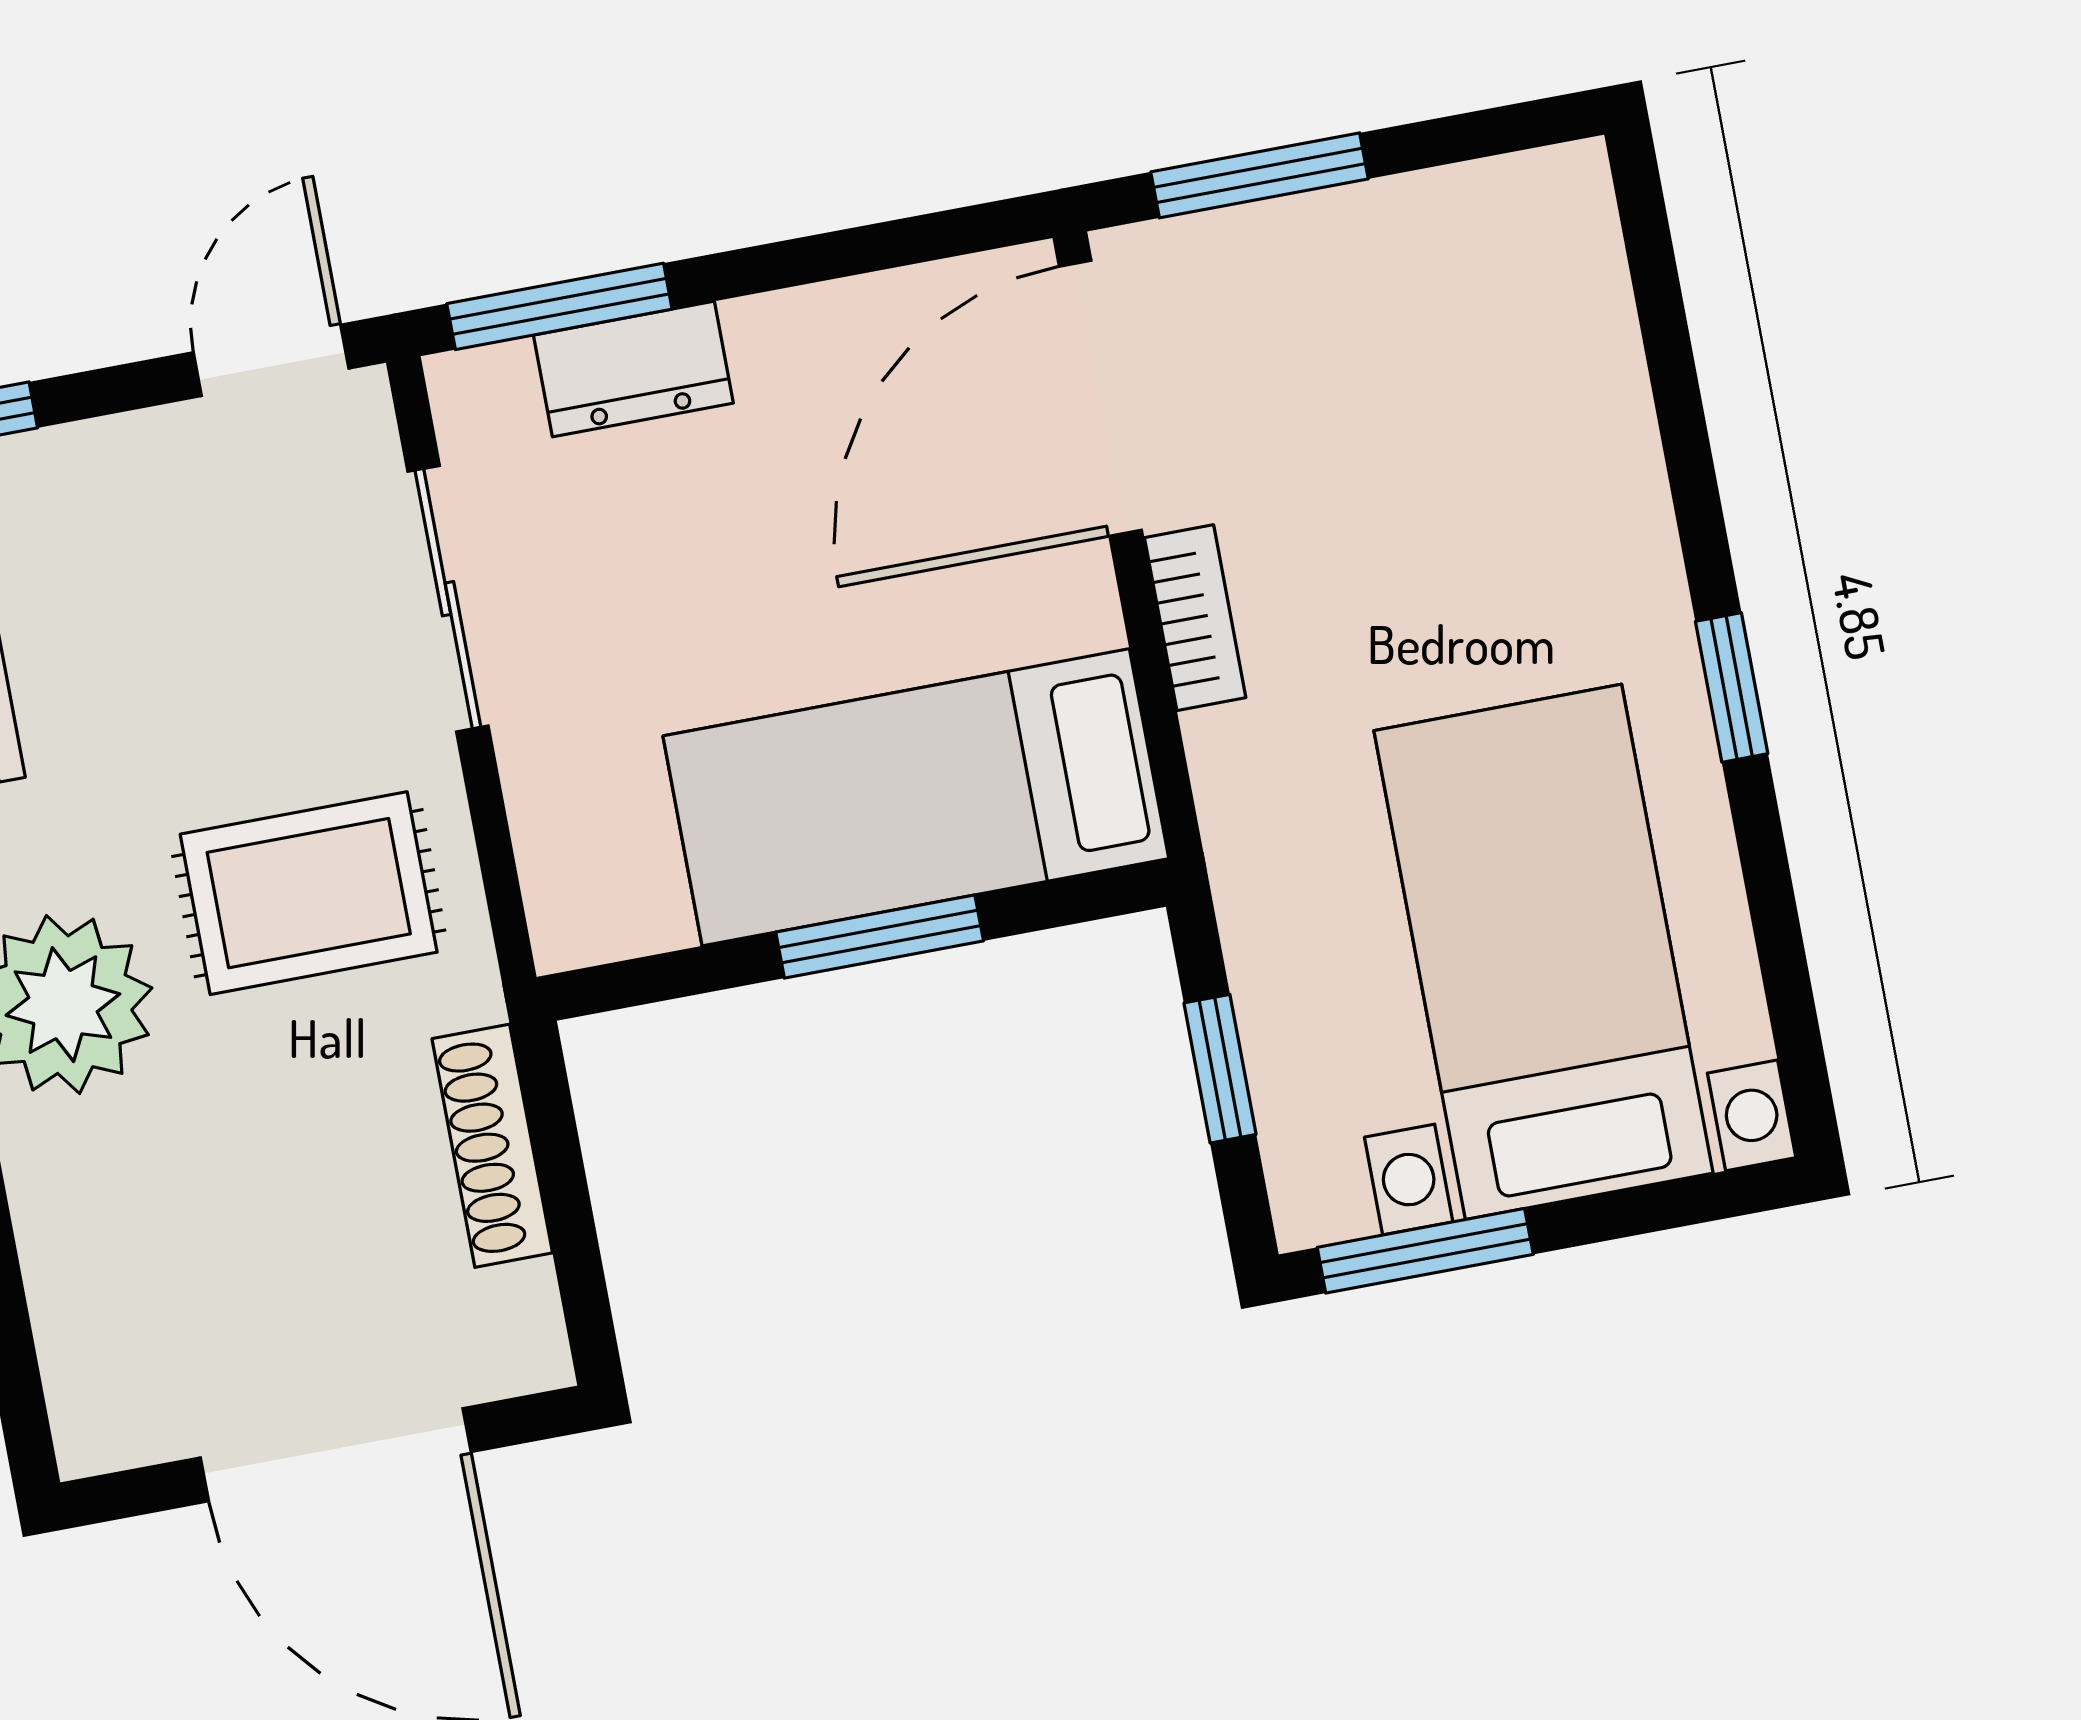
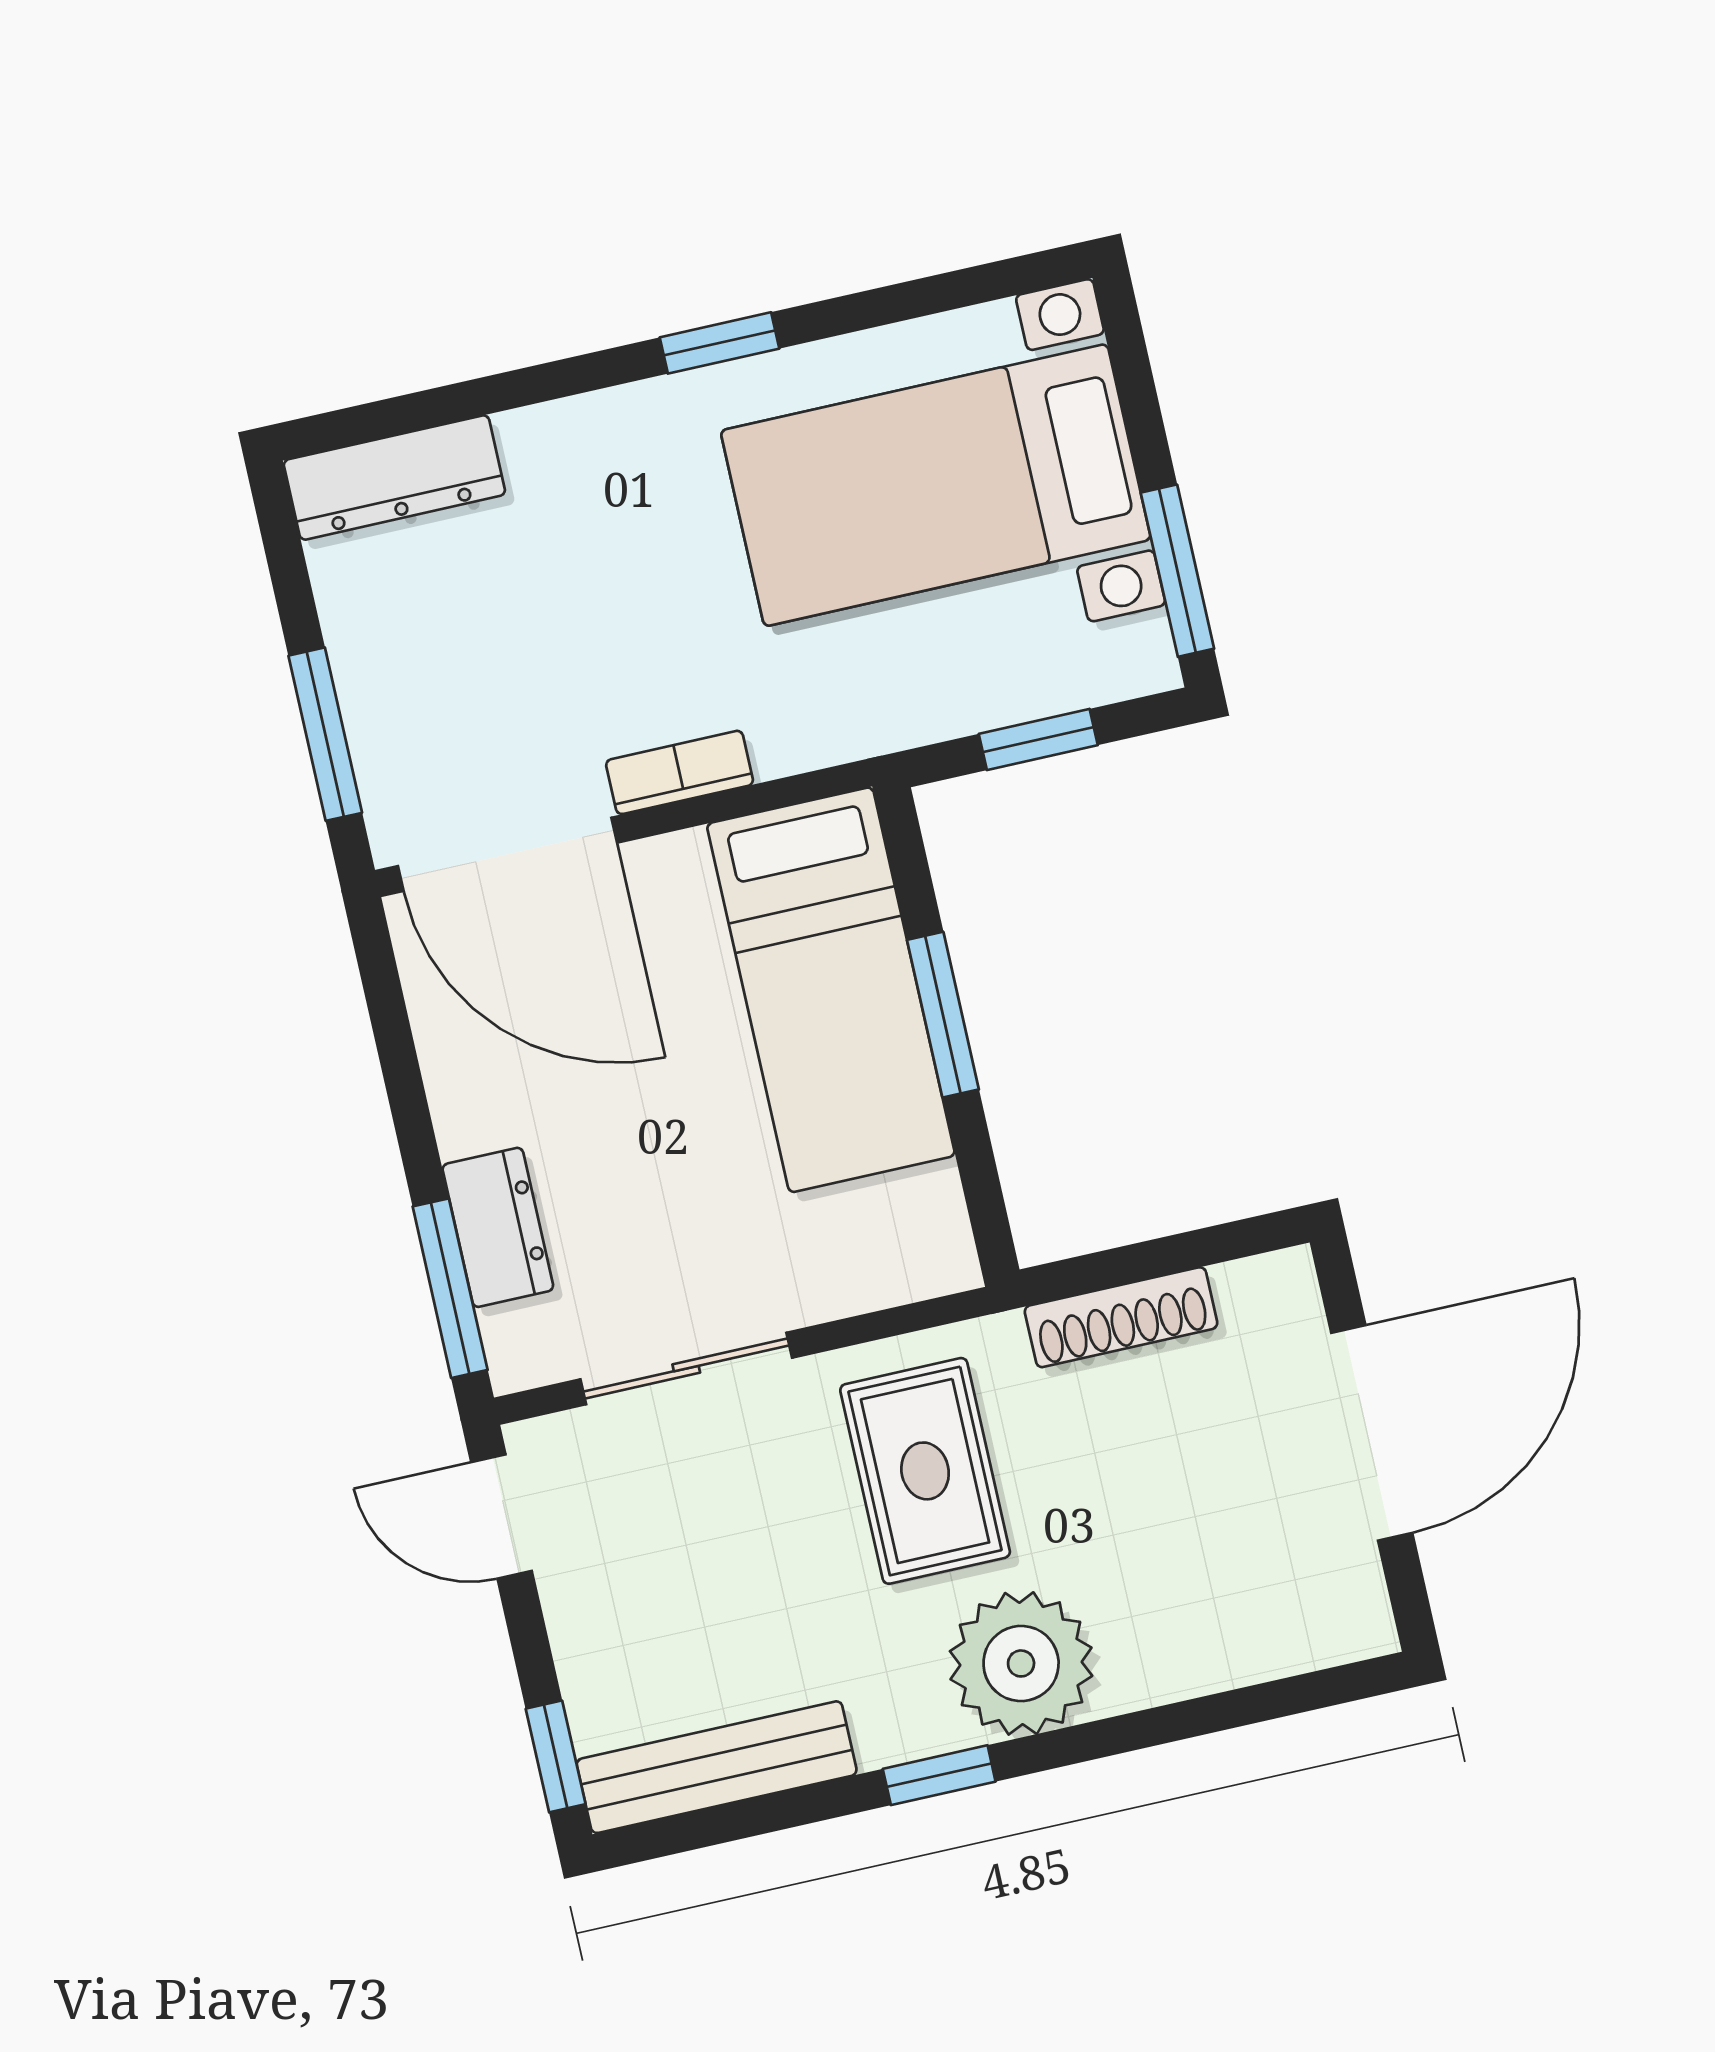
dresser: (1578, 274) -> (394, 478), added

